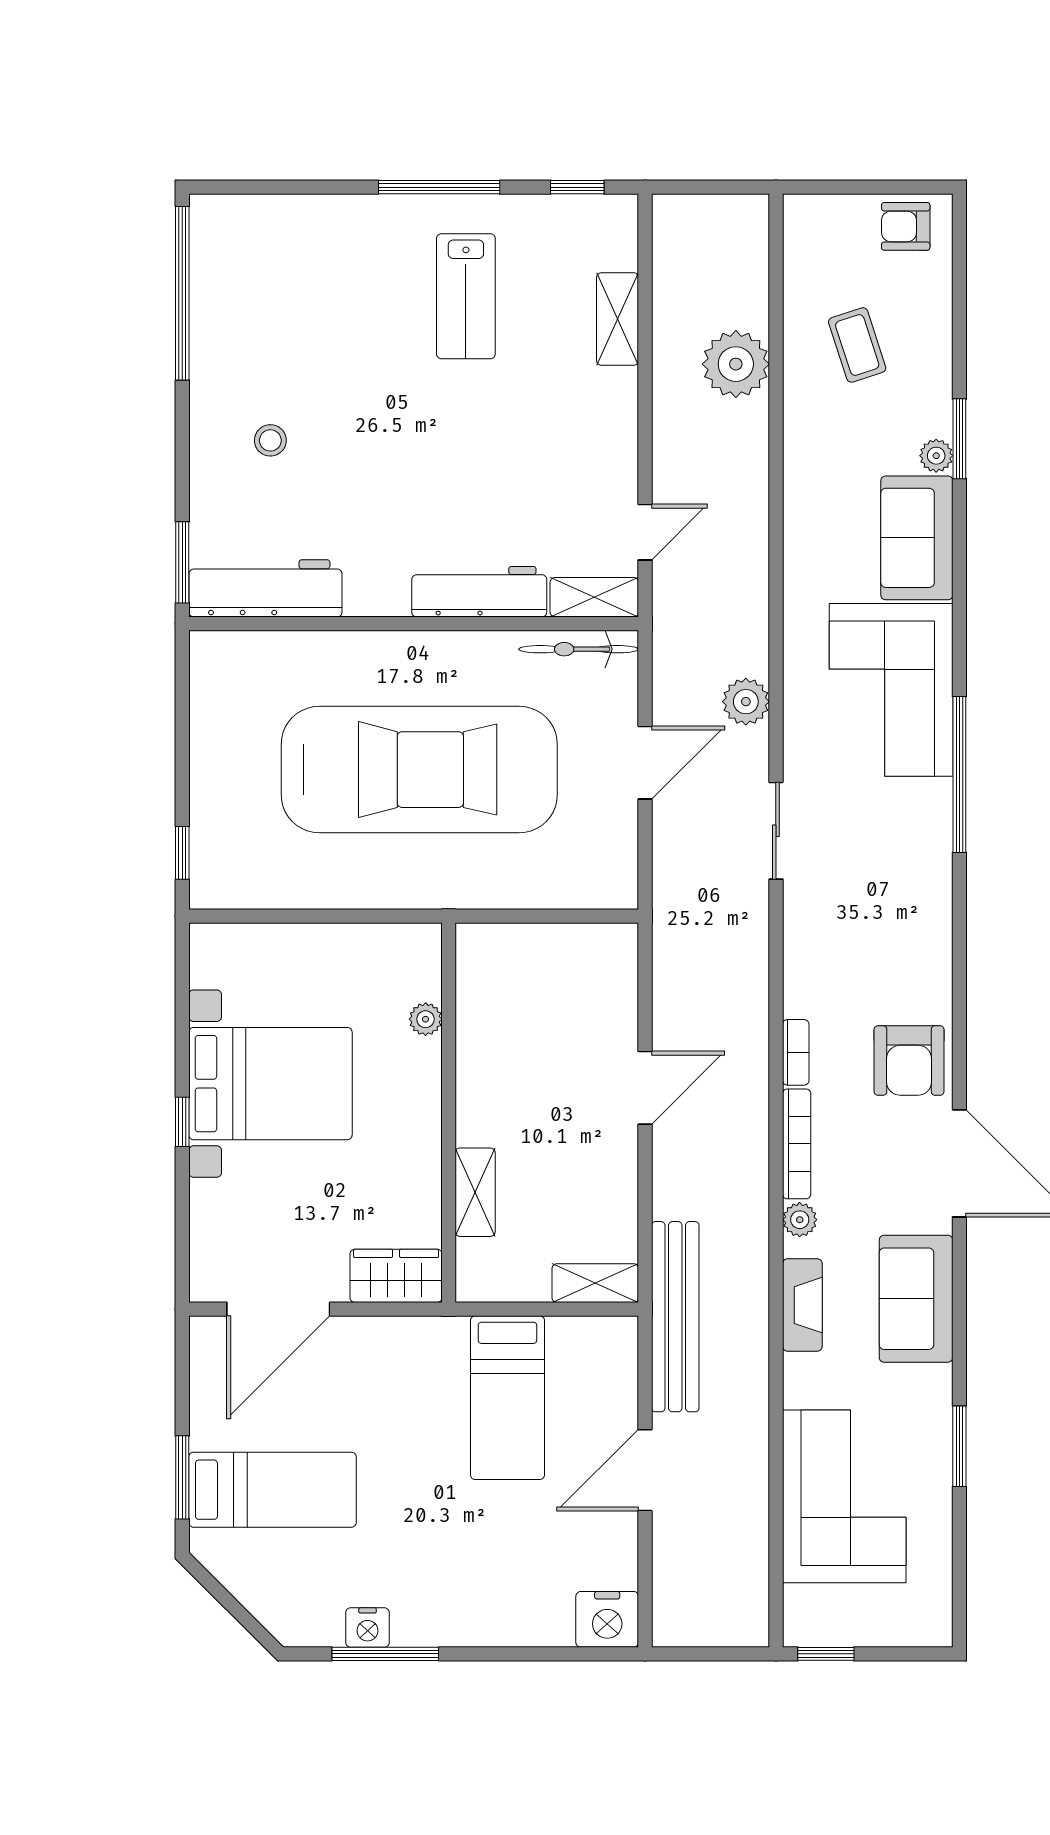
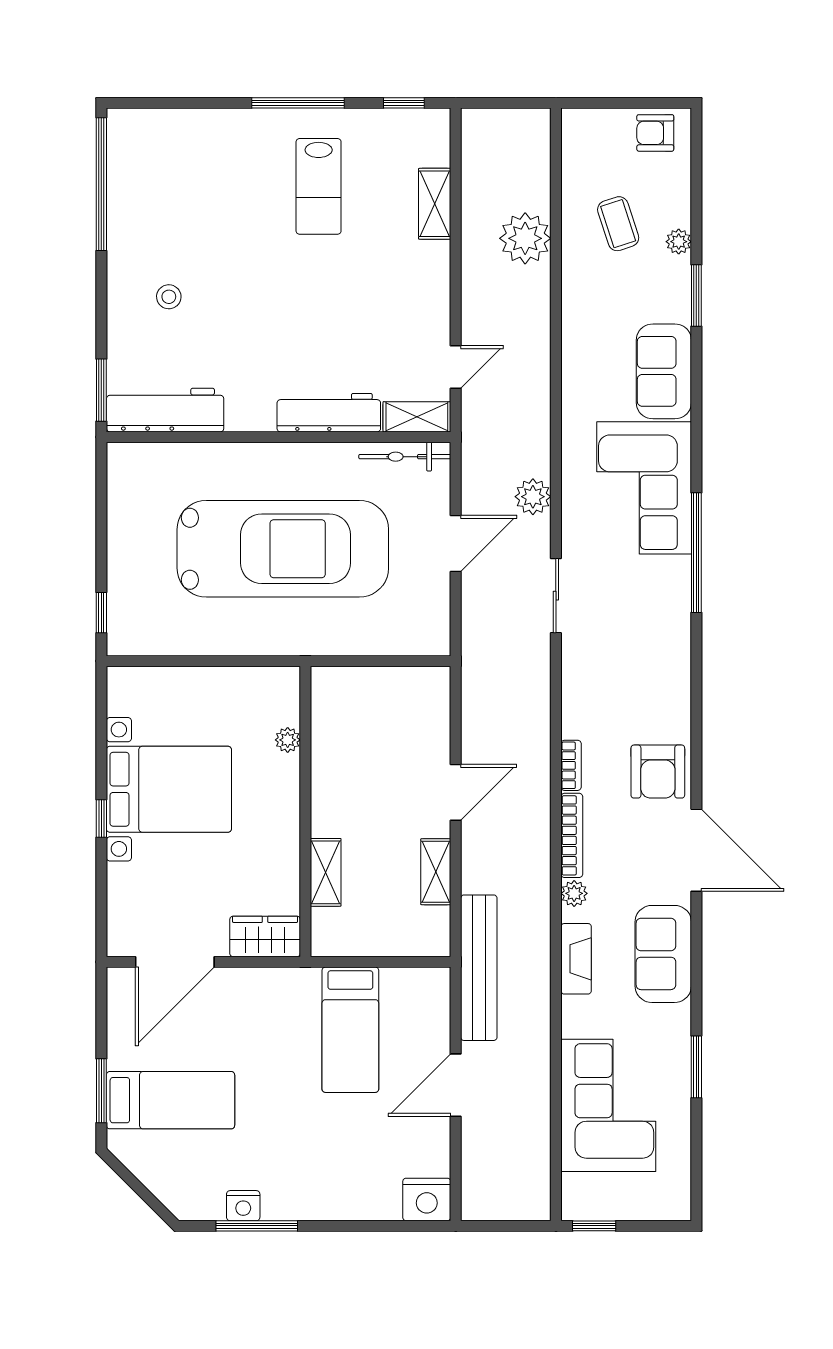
plant: (936, 456) -> (679, 242), moved
shelving: (595, 1283) -> (436, 872), moved, turned 90

